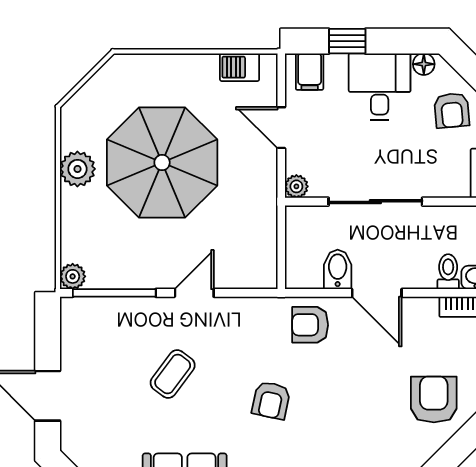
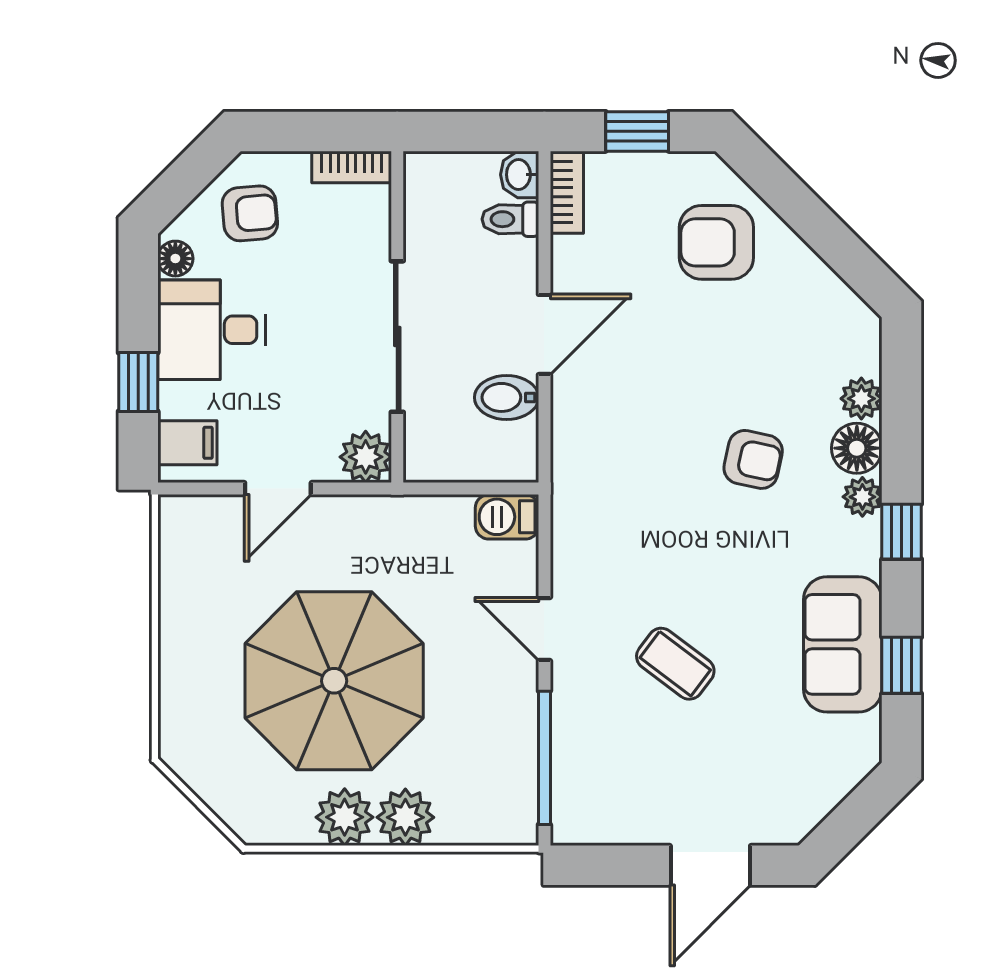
barbecue: (240, 67) -> (507, 517), moved, turned 90
plant: (296, 186) -> (366, 457), width x1.38, depth x1.38
plant: (73, 276) -> (405, 817), moved, width x1.38, depth x1.38
armchair: (310, 325) -> (596, 442), removed
armchair: (271, 400) -> (753, 459), moved

